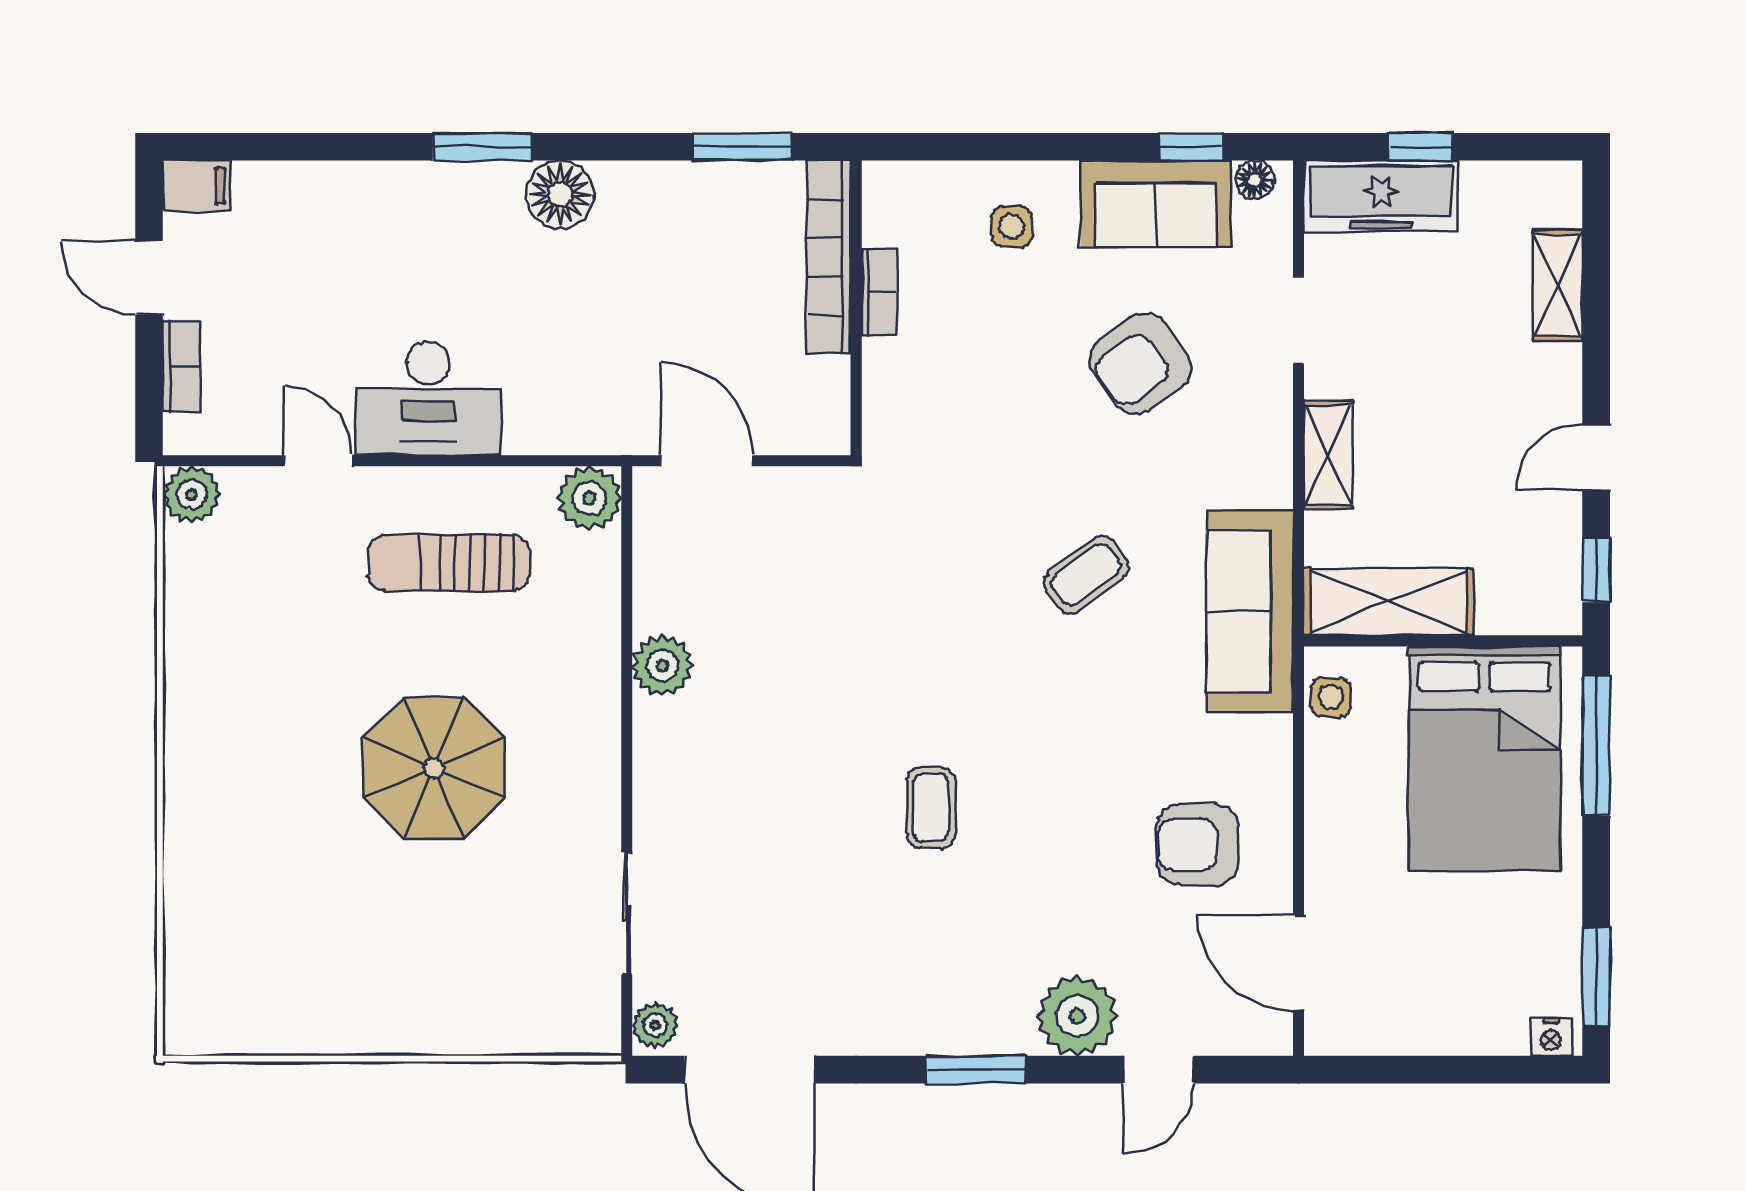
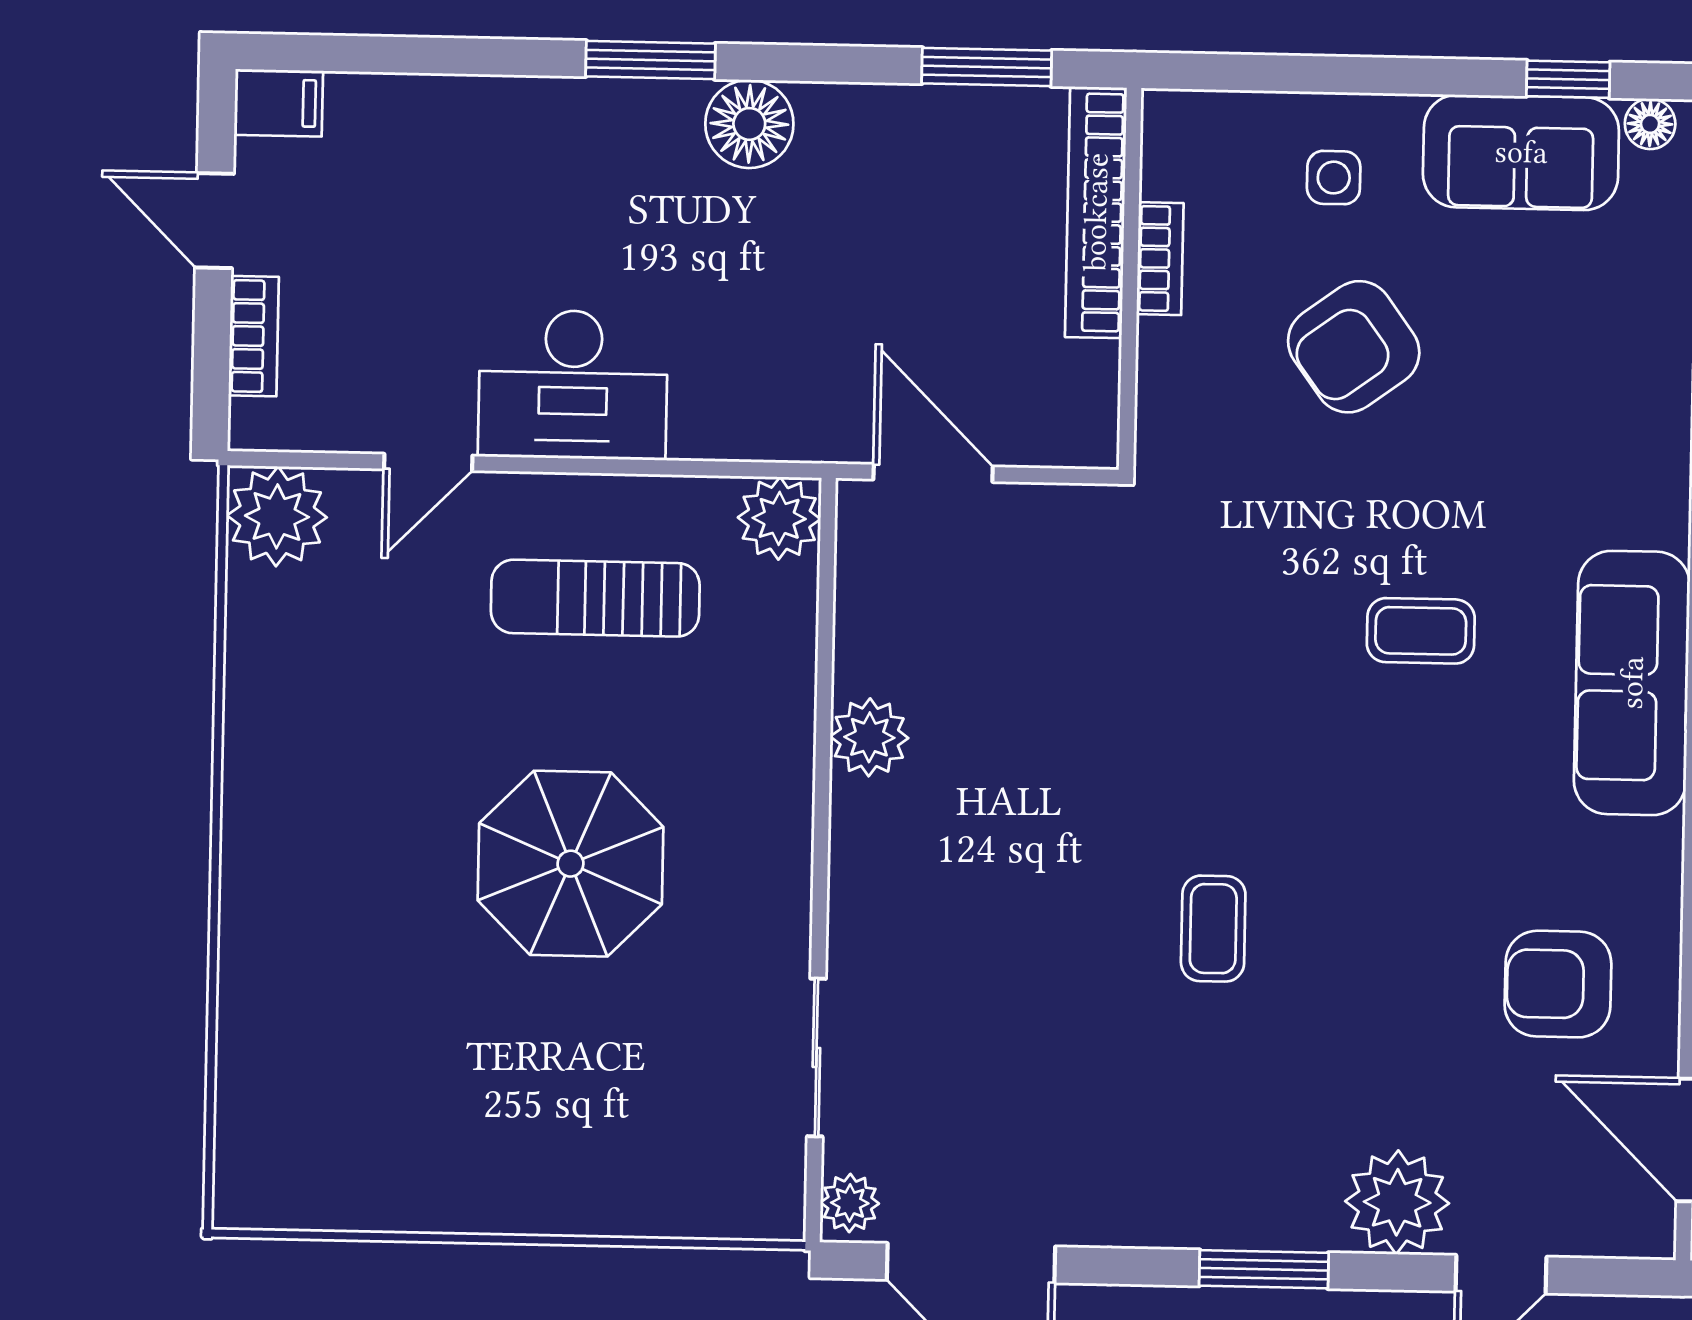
armchair: (1140, 364) -> (1354, 347), moved
door: (318, 461) -> (428, 462), swing flipped
plant: (192, 494) -> (277, 516), width x1.36, depth x1.36
coffee table: (1086, 575) -> (1421, 631), turned 37

